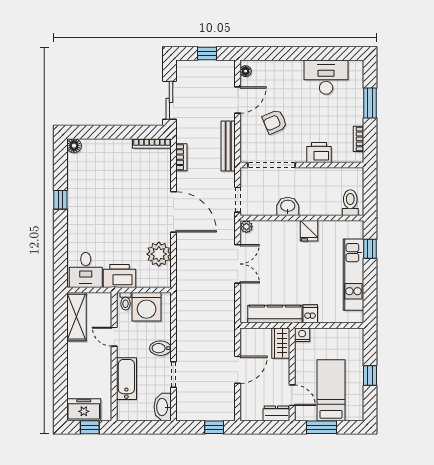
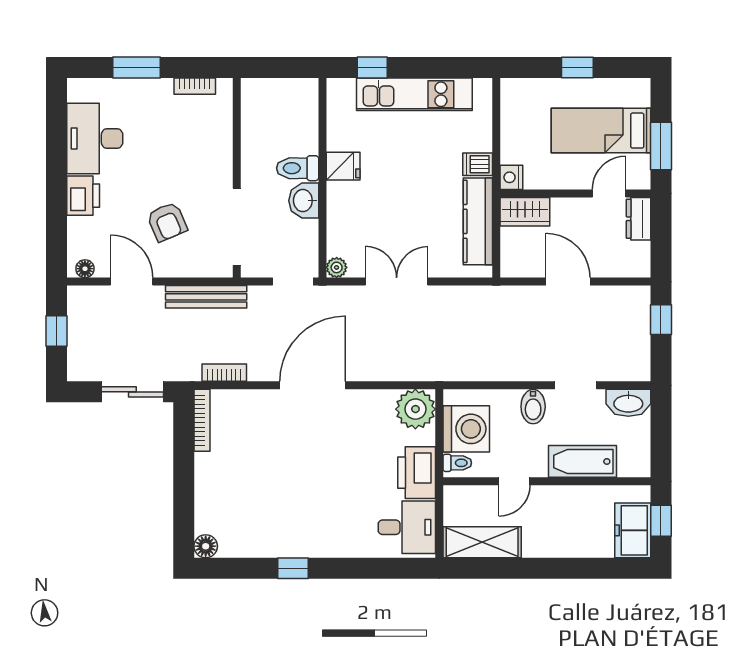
printer: (319, 153) -> (83, 196), moved, turned 180
toilet: (350, 203) -> (298, 168), moved
plant: (159, 254) -> (415, 409), moved

